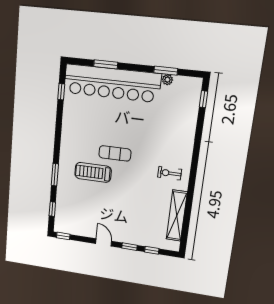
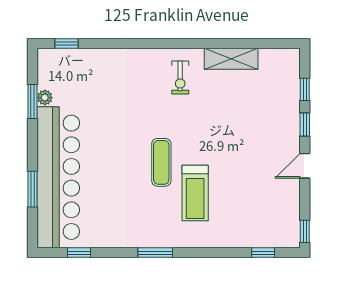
window: (55, 175) -> (155, 253), moved
shelving: (177, 216) -> (231, 59), width x0.68

